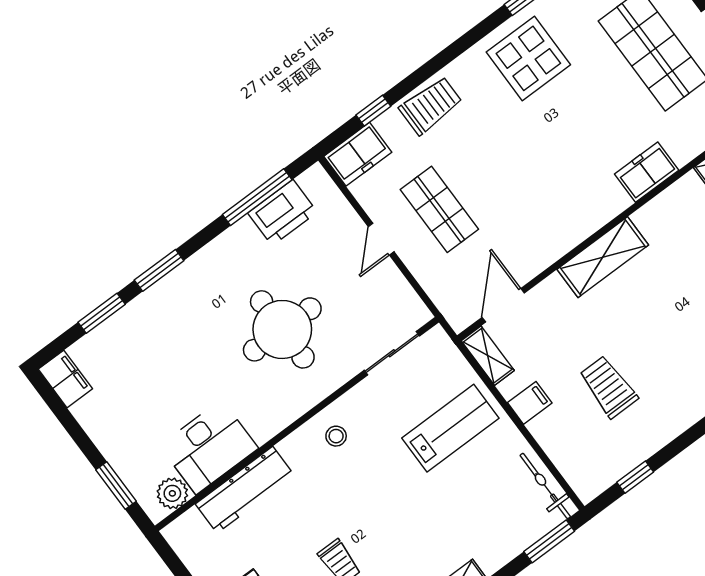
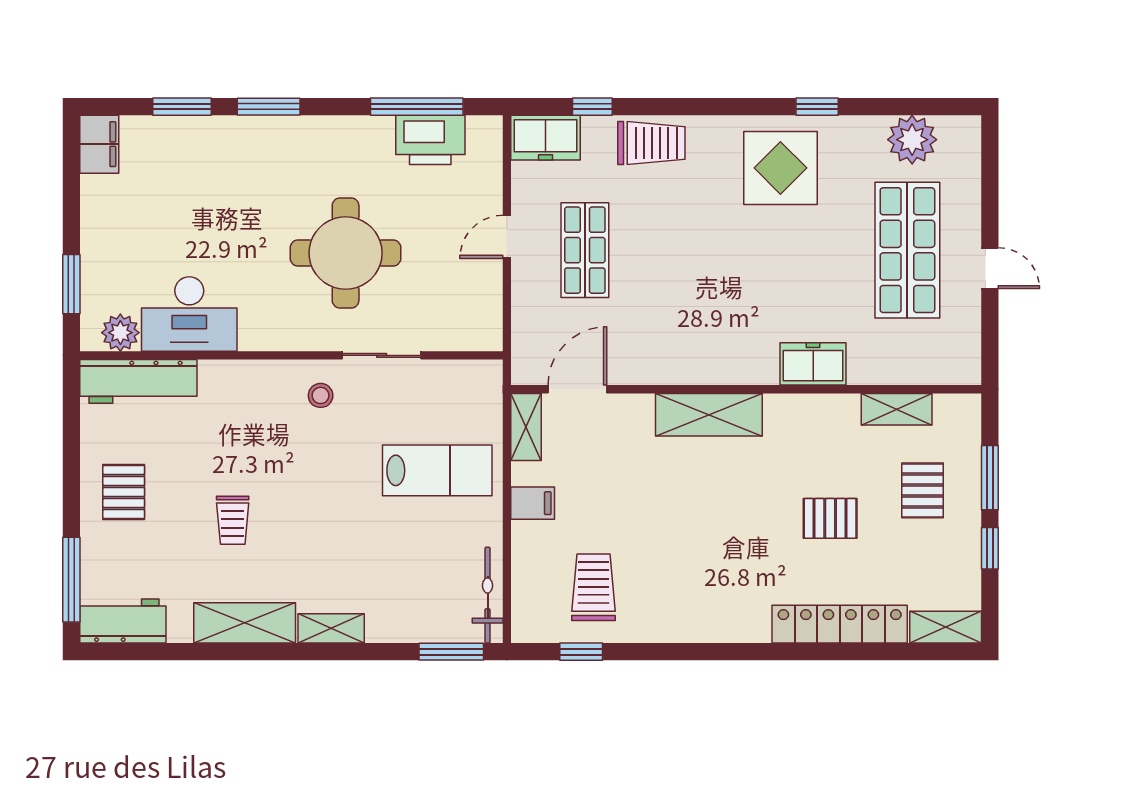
sliding door: (392, 353) -> (382, 355), moved
trolley: (608, 387) -> (594, 587), moved
workbench: (245, 490) -> (138, 381), moved

